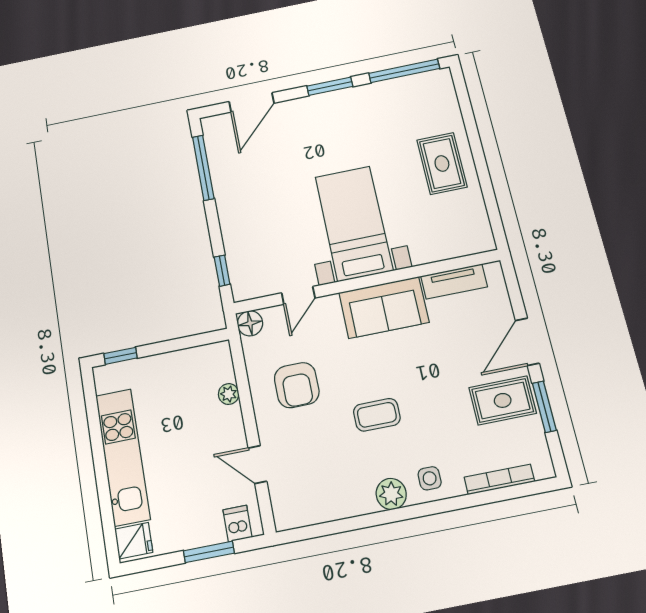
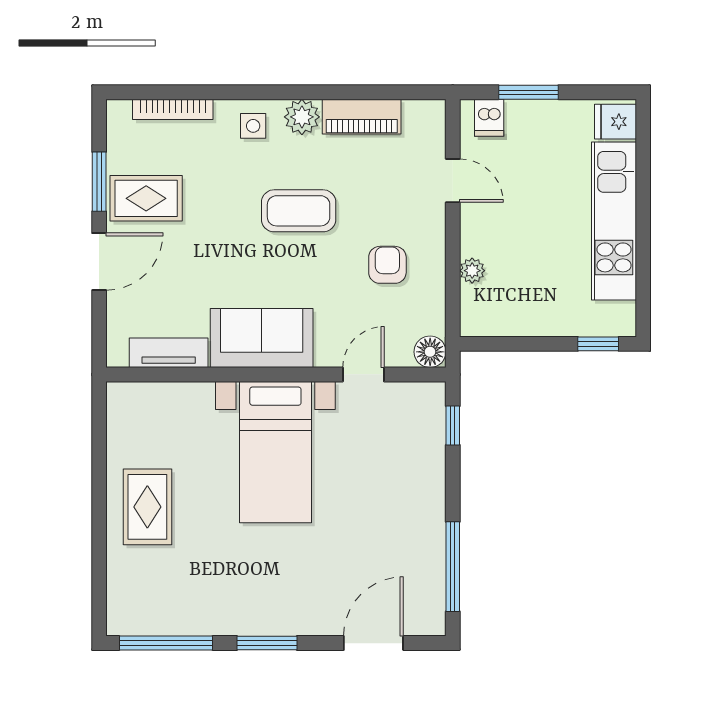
armchair: (297, 385) -> (387, 265), width x0.72, depth x0.72
coffee table: (377, 415) -> (299, 211), width x1.36, depth x1.30
piano: (342, 504) -> (362, 117), added

